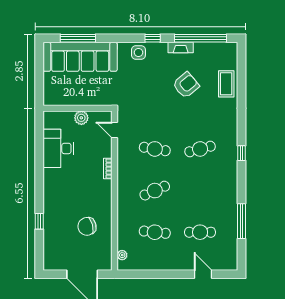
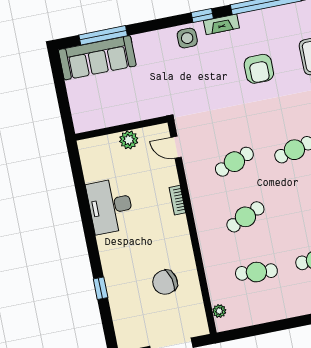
fireplace: (181, 47) -> (221, 24), moved
sofa: (80, 57) -> (97, 58), width x0.74, depth x0.79
armchair: (186, 85) -> (259, 69), turned 130
desk: (58, 148) -> (110, 206), moved
cafe table: (155, 149) -> (234, 162), turned -30

